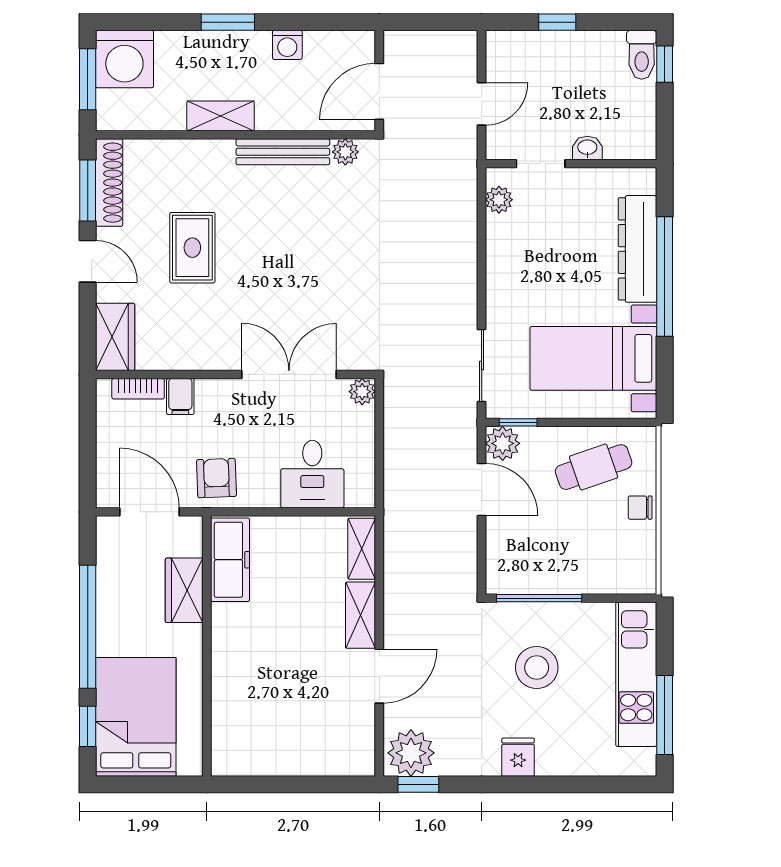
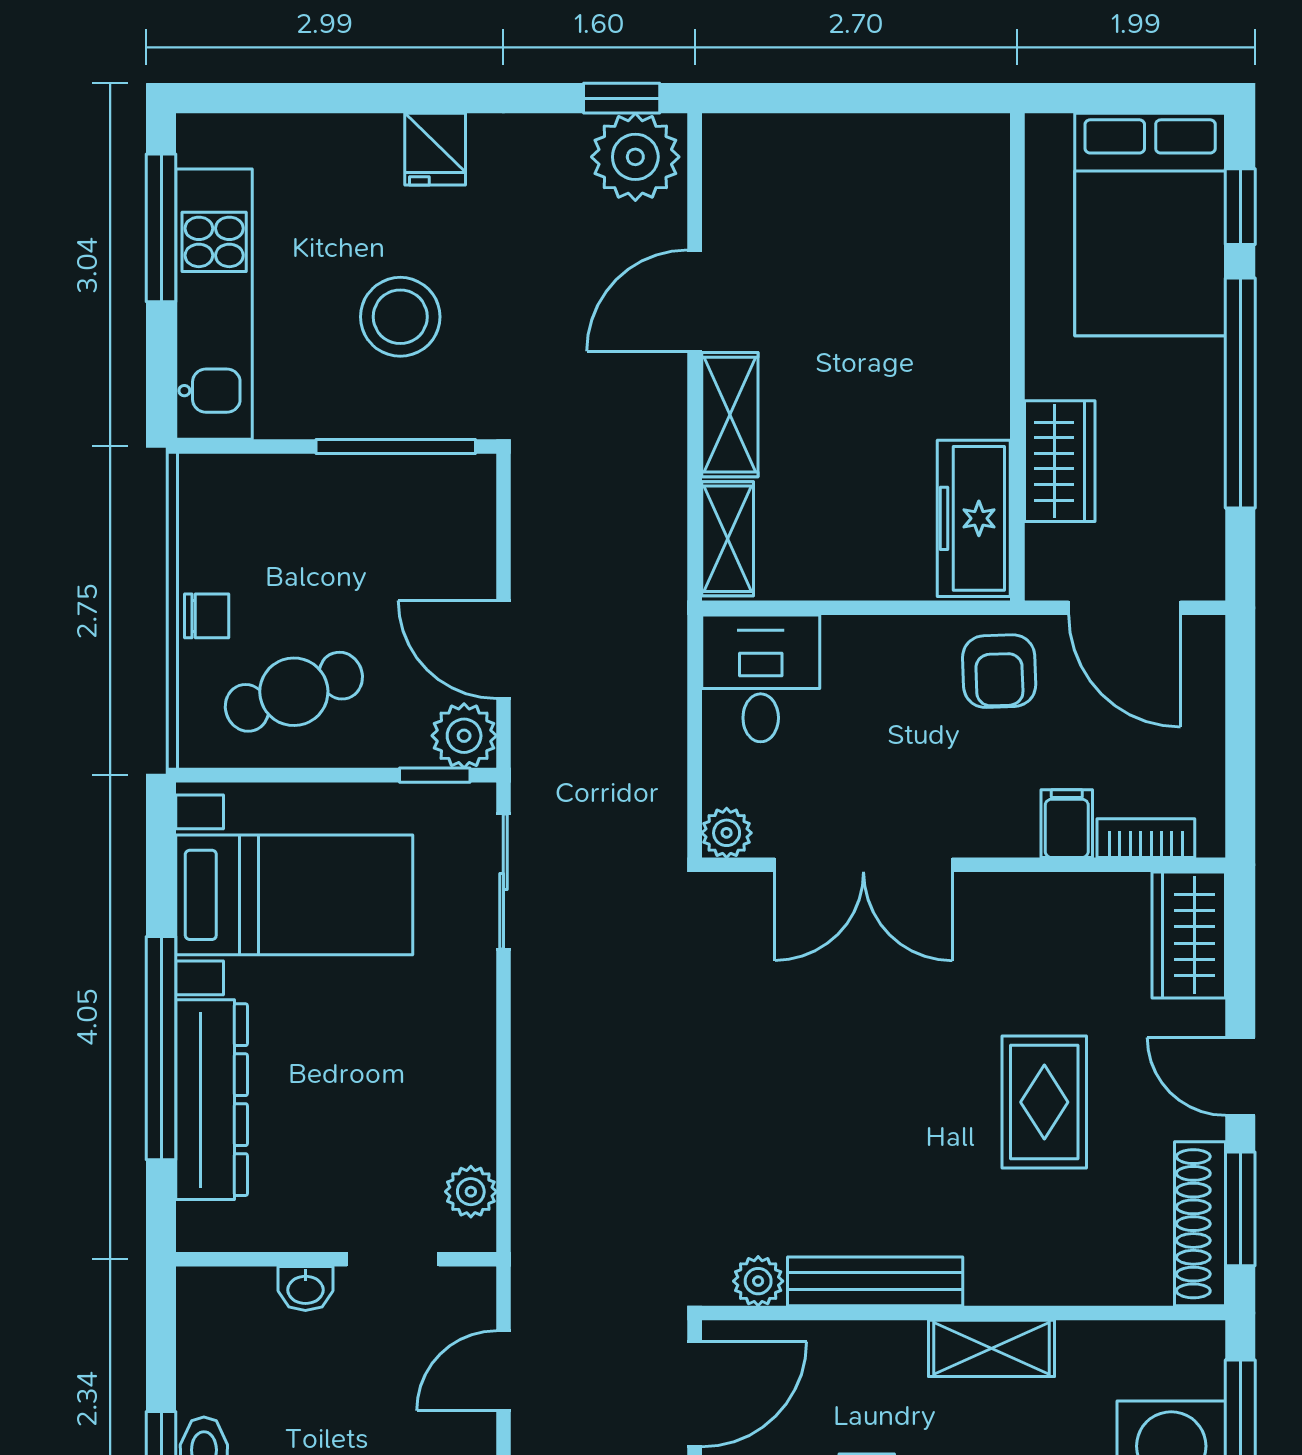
desk: (312, 474) -> (761, 678), moved

